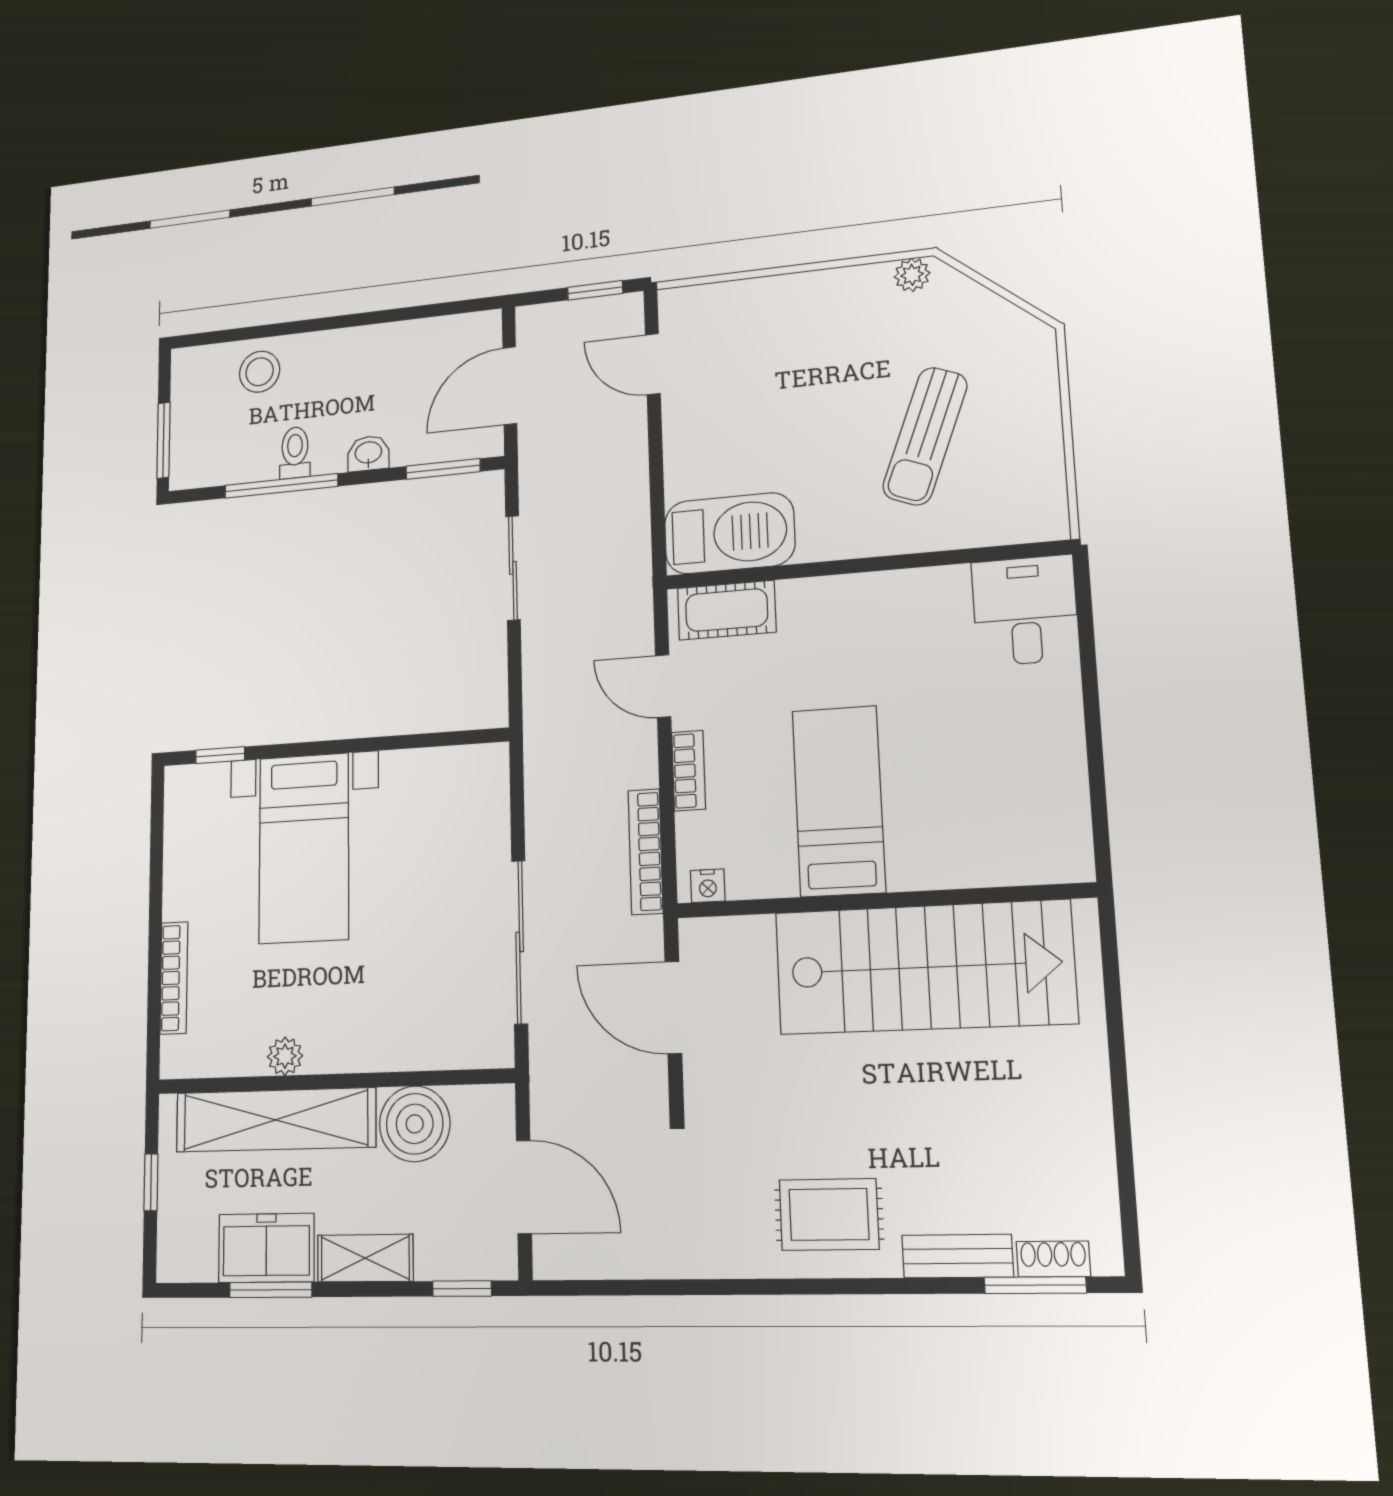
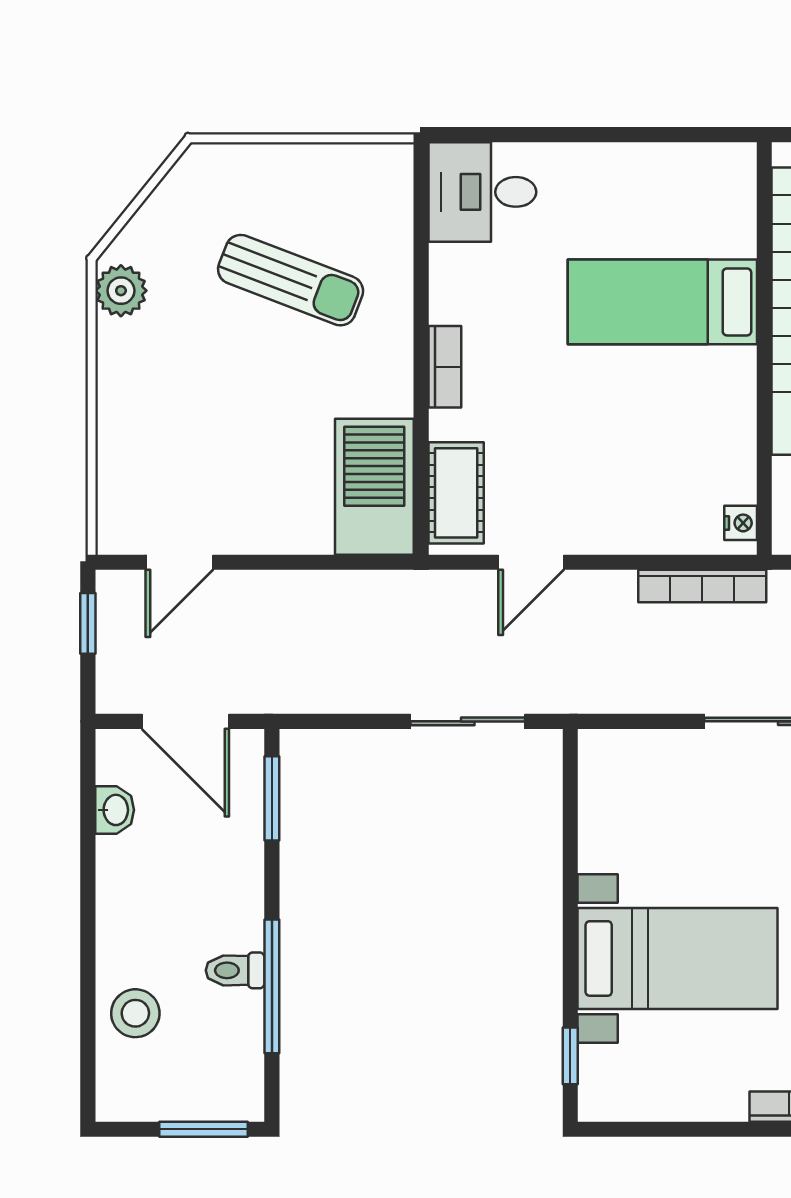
plant: (912, 275) -> (121, 291), width x1.38, depth x1.38
washbasin: (368, 453) -> (115, 810), moved, turned 180
sliding door: (513, 568) -> (468, 721), moved
bookcase: (689, 771) -> (445, 367), moved, turned 90
bed: (839, 801) -> (662, 302), moved

